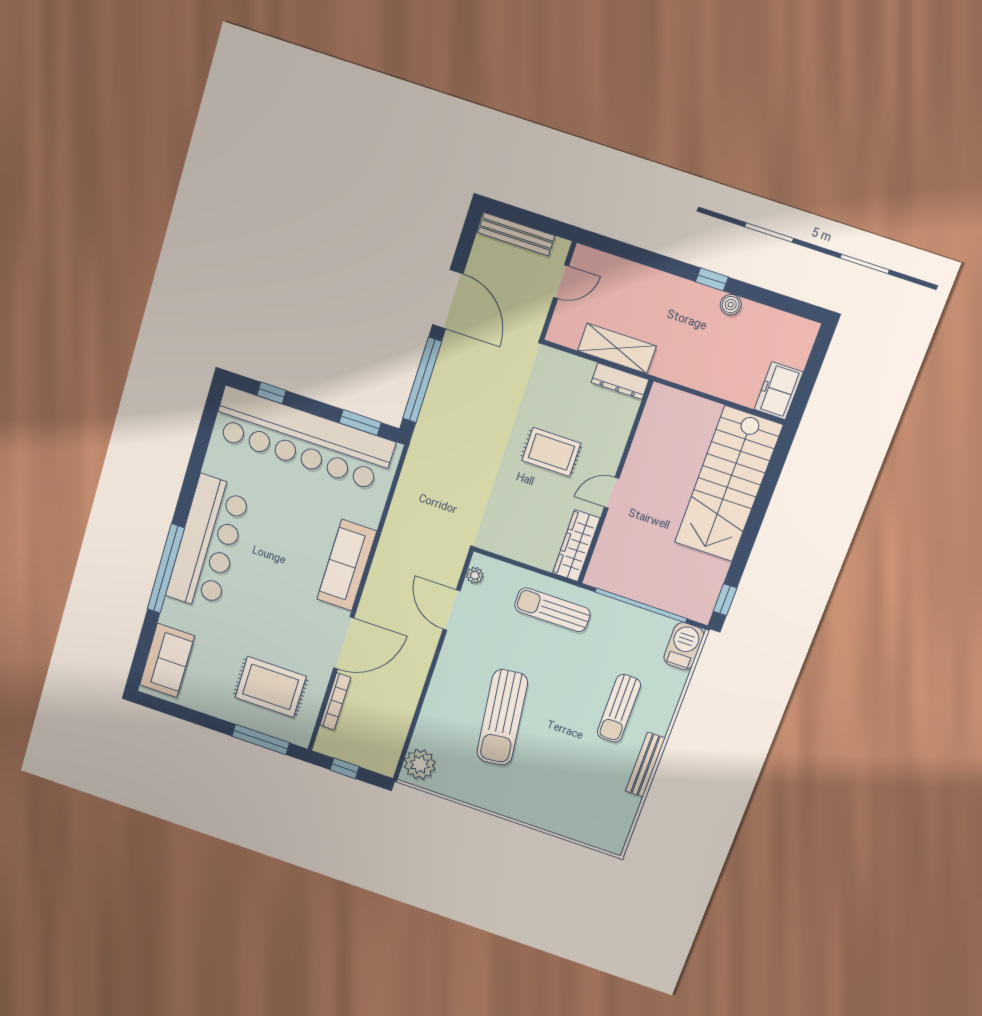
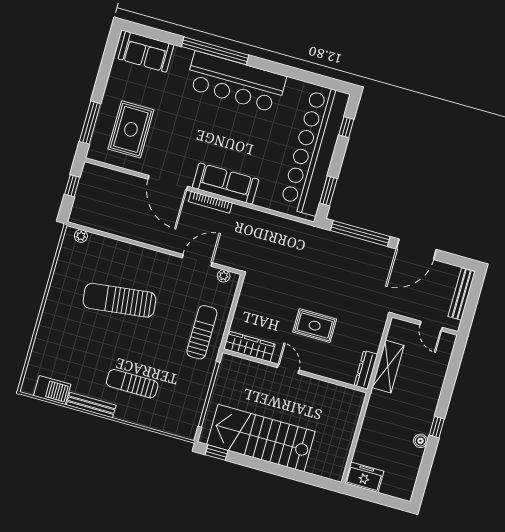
rug: (551, 452) -> (315, 326), turned 90
stairs: (728, 484) -> (261, 438), moved
barbecue: (684, 646) -> (52, 390), moved
bookcase: (335, 701) -> (210, 202), moved
plant: (420, 764) -> (81, 236), width x0.53, depth x0.53

